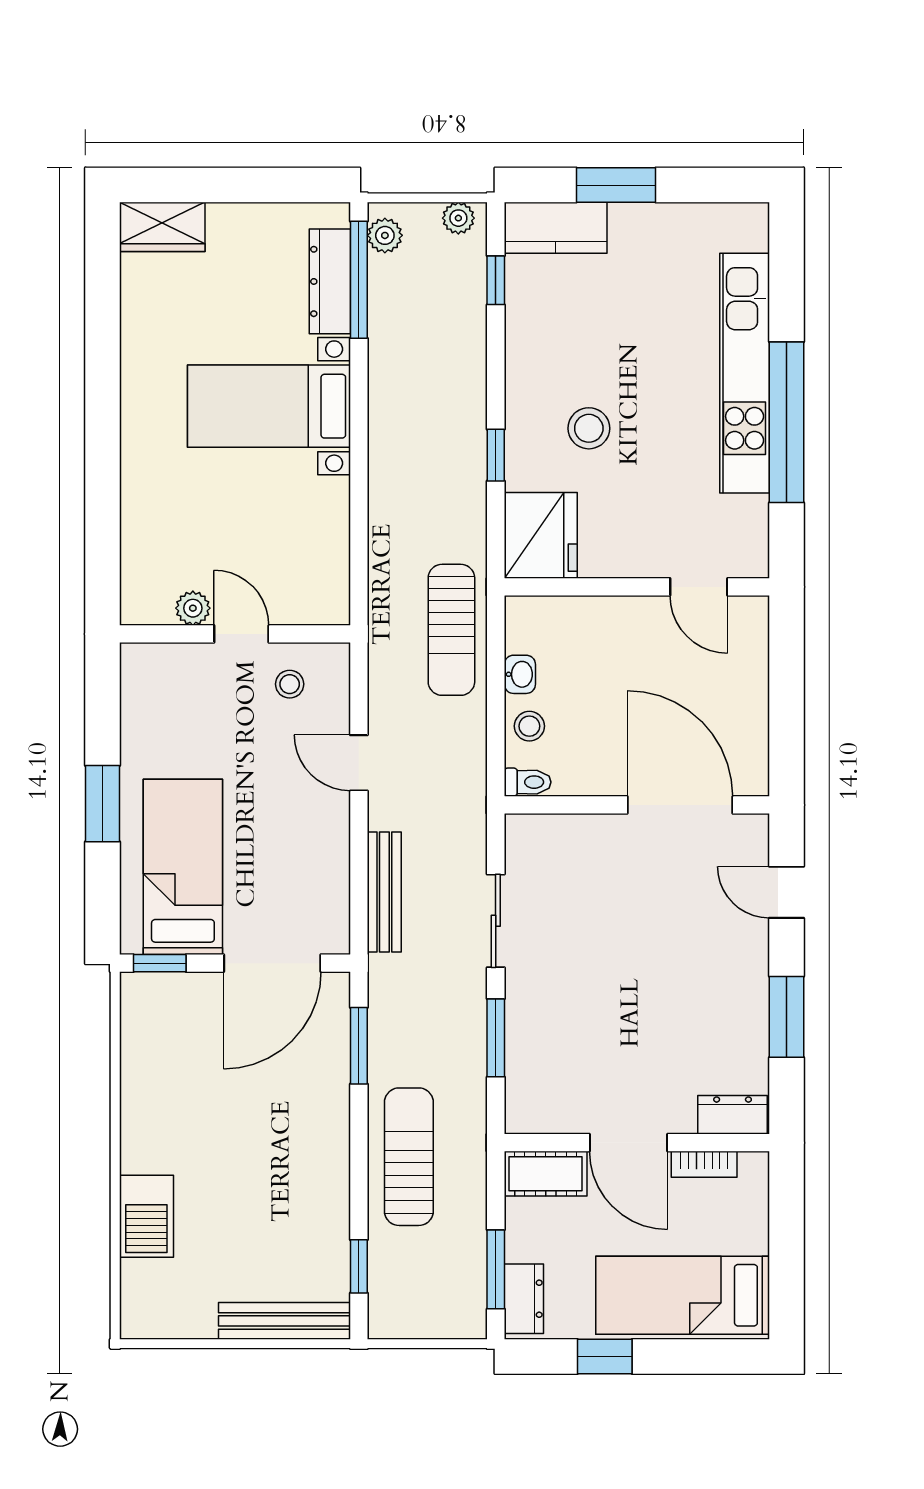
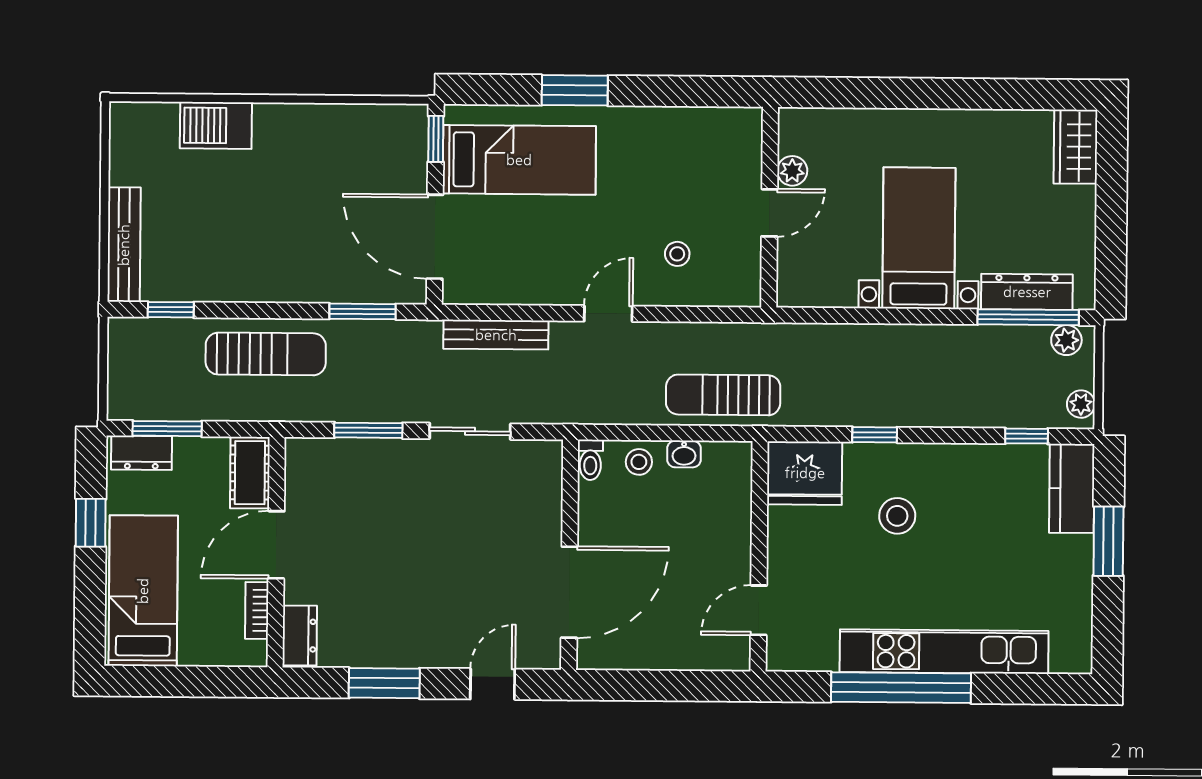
plant: (193, 608) -> (792, 171), moved
wall: (235, 634) -> (770, 207), moved
door: (241, 634) -> (770, 213), moved

